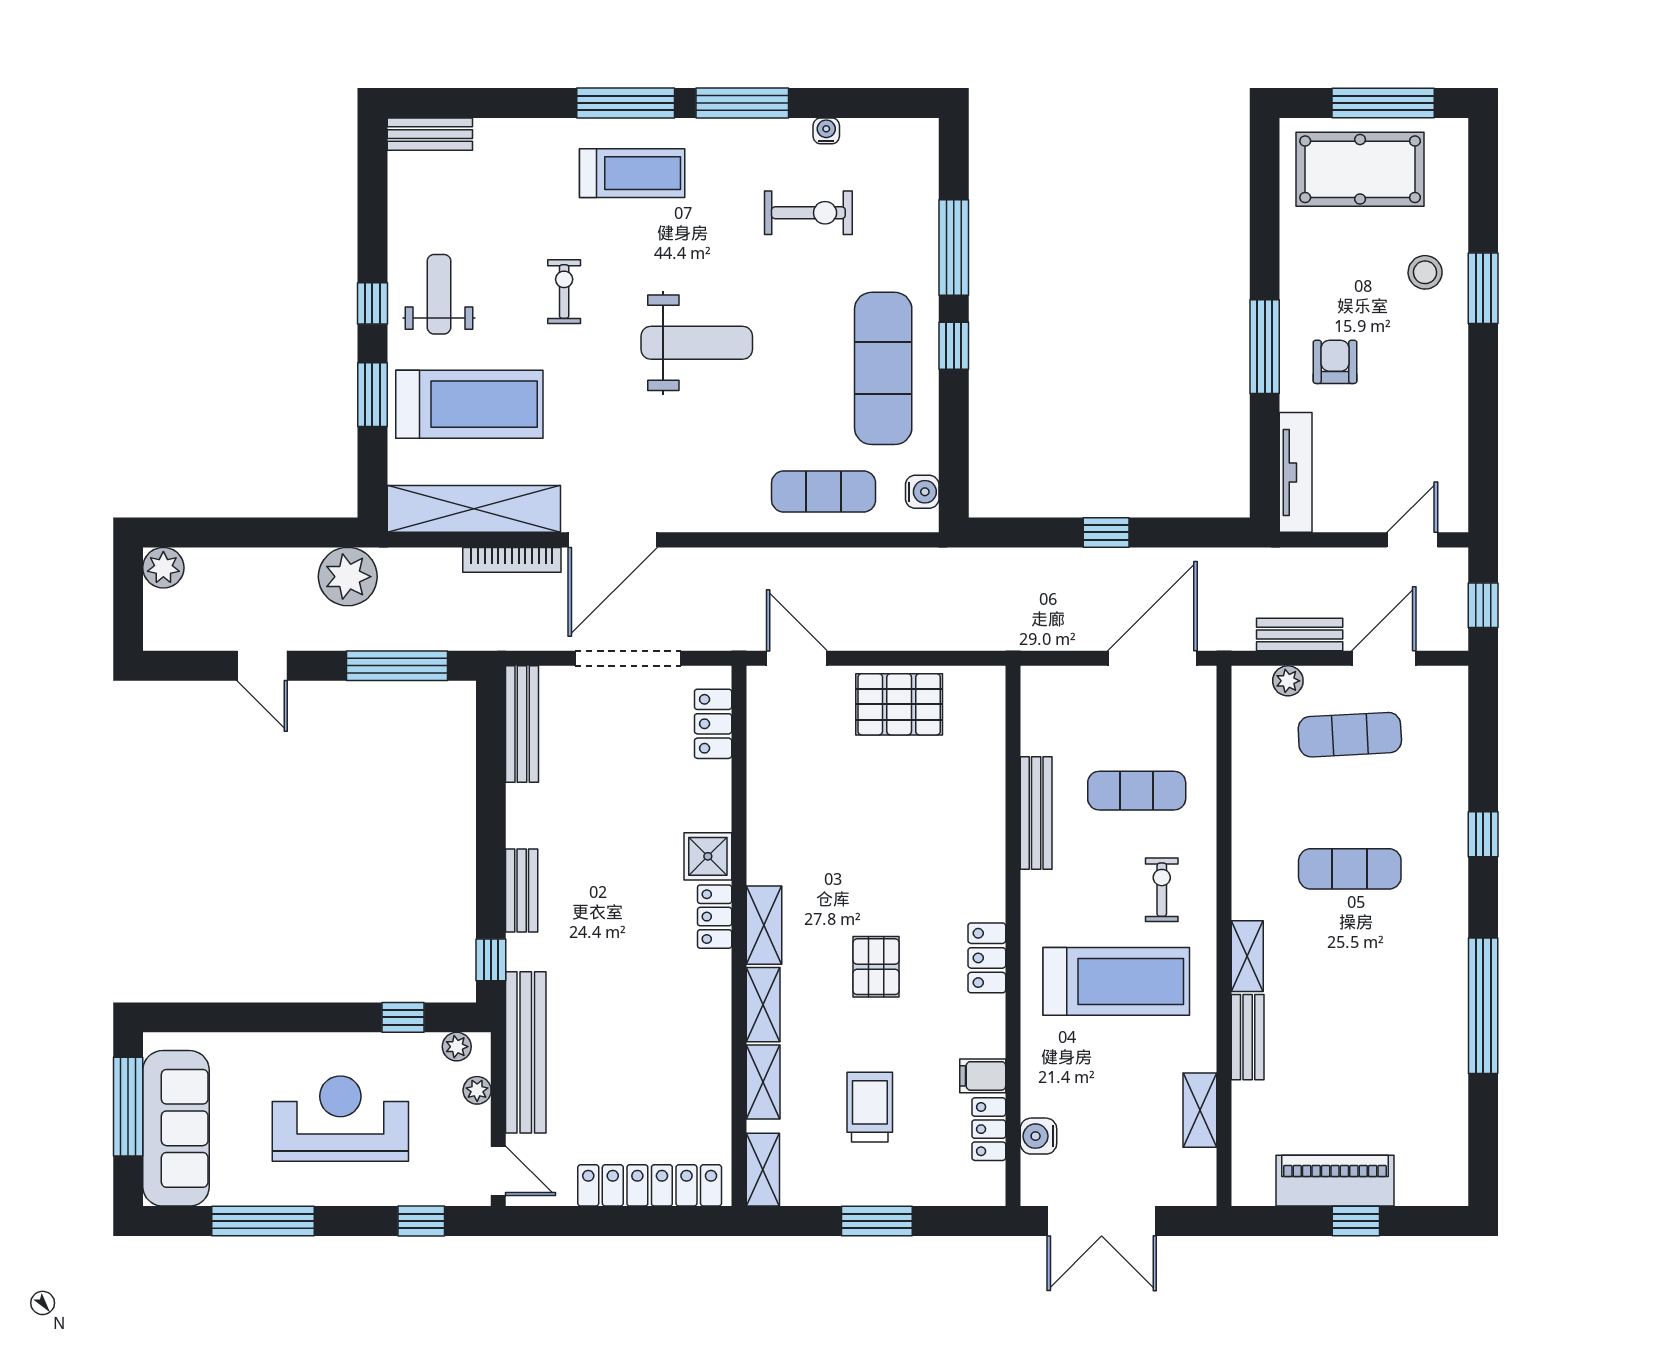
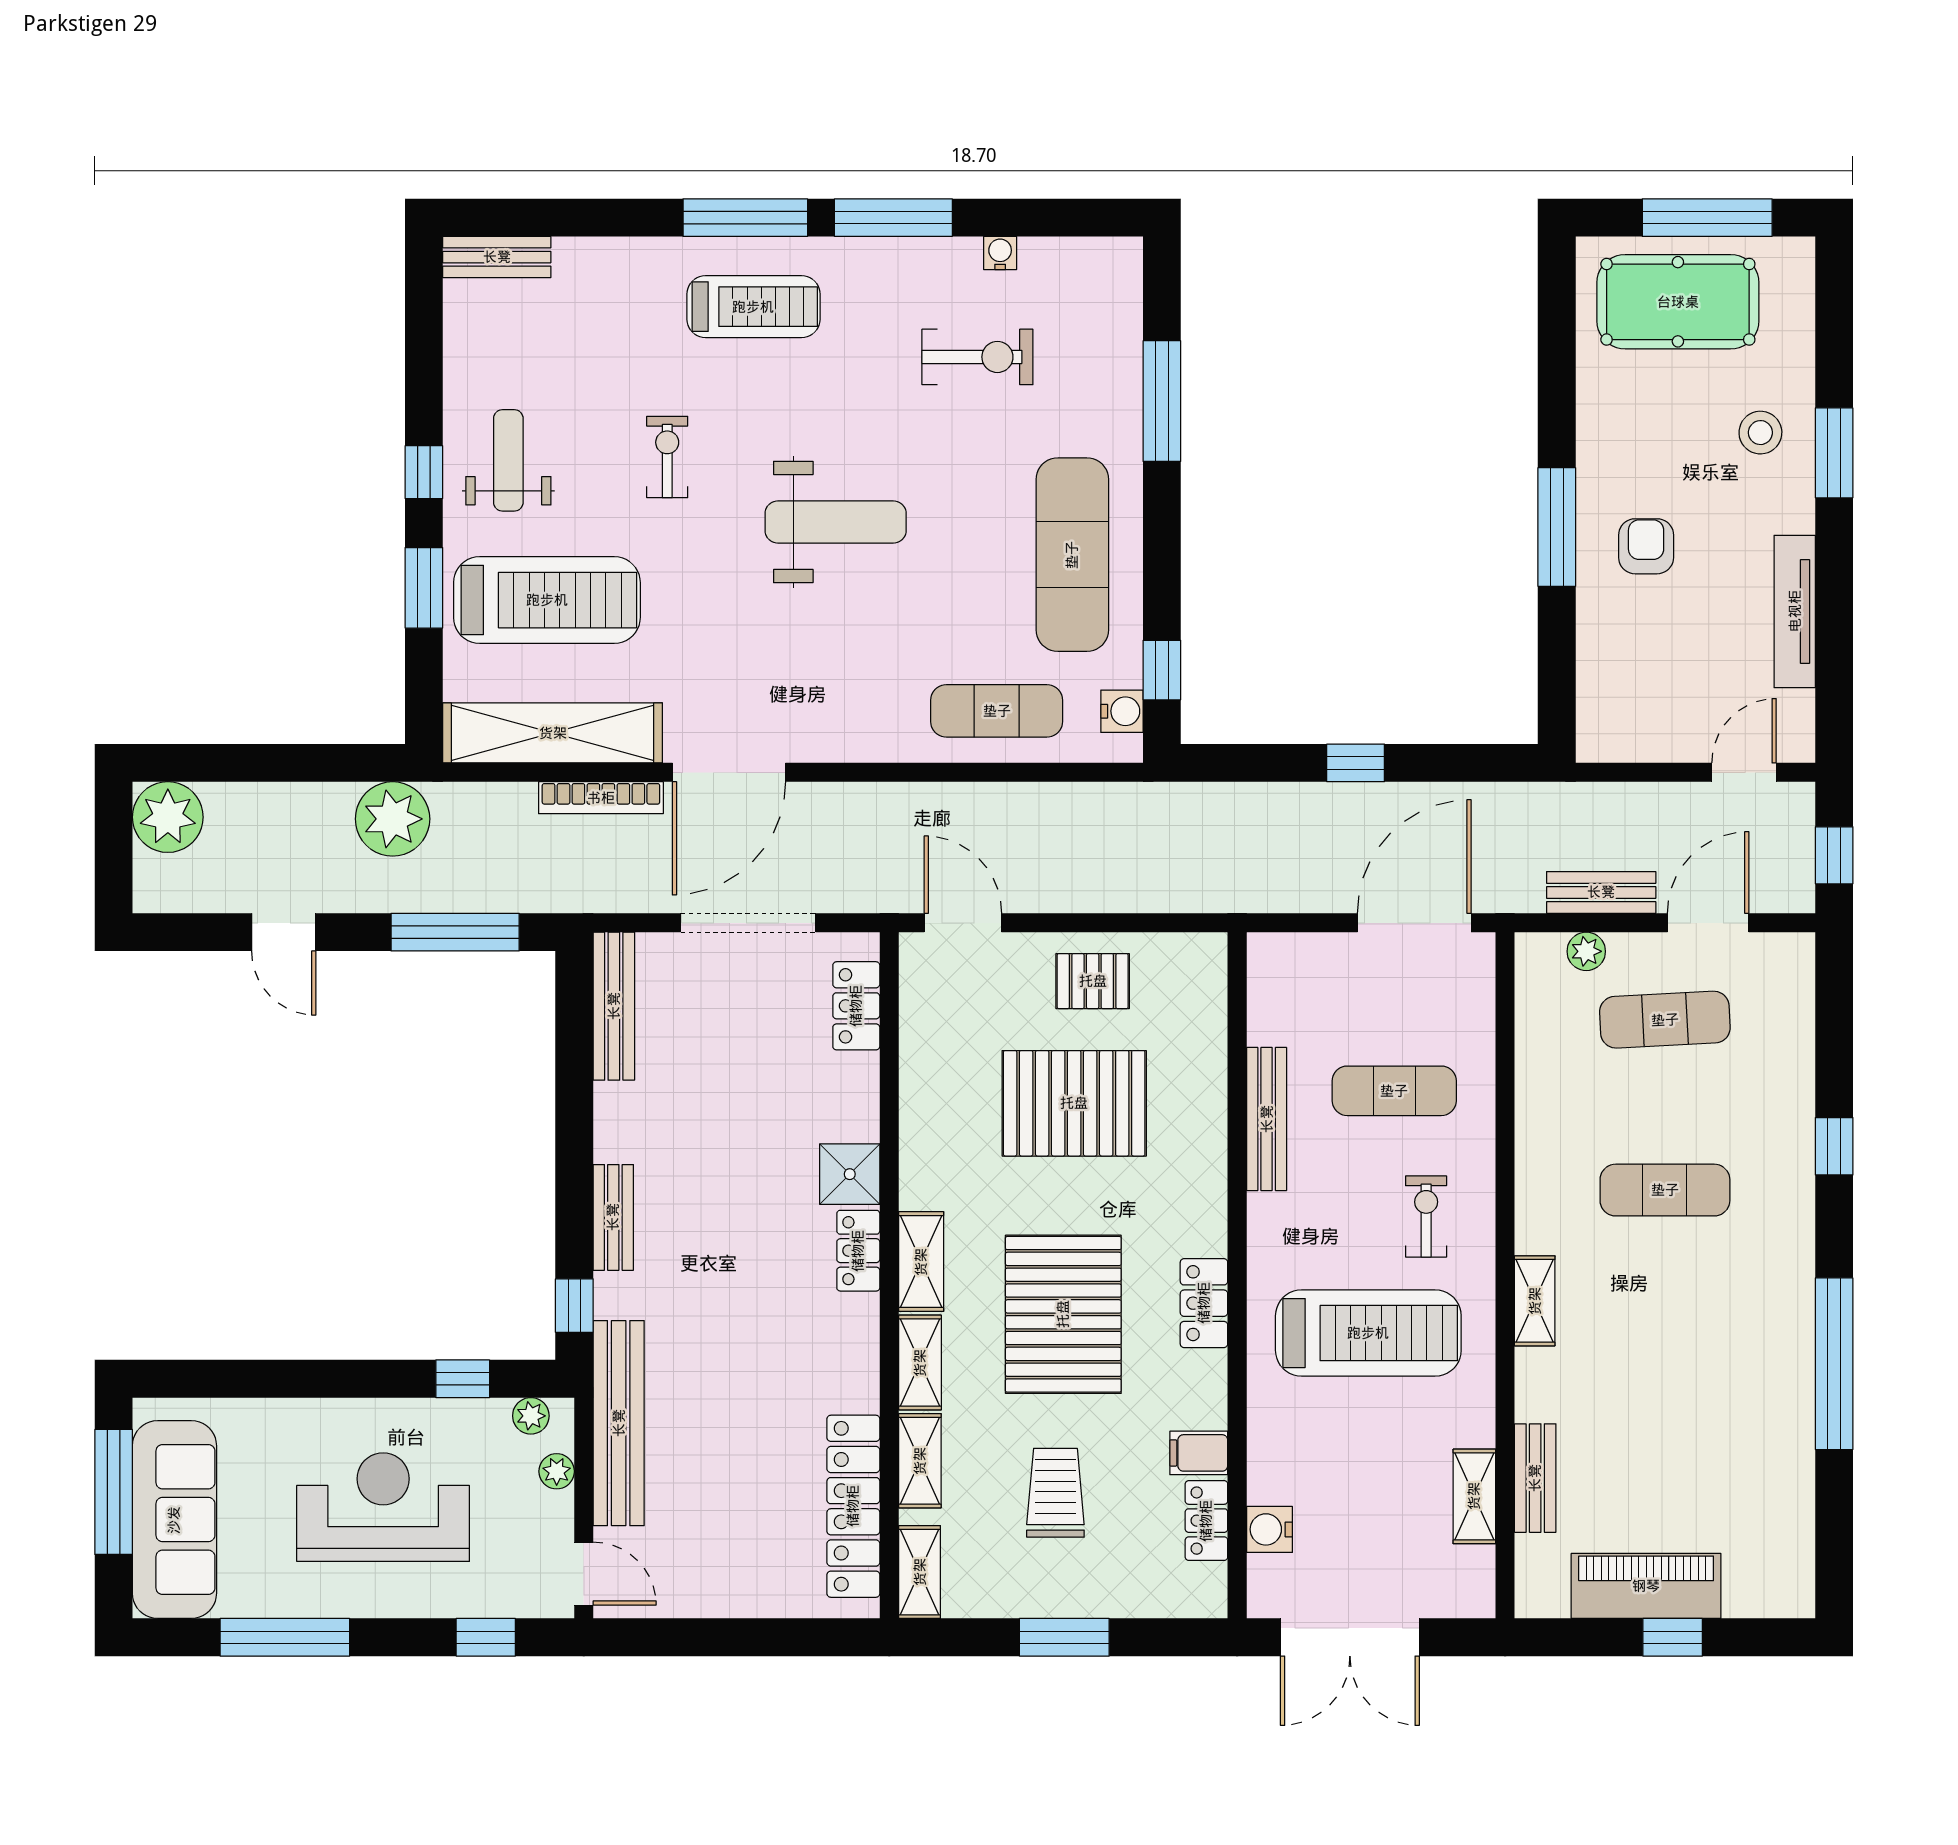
window: (954, 346) -> (1162, 670), moved
tv unit: (1296, 472) -> (1795, 611), moved, turned 180
plant: (163, 568) -> (168, 817), width x1.36, depth x1.36
pallet: (899, 704) -> (1093, 981), width x0.67, depth x0.71
pallet: (885, 800) -> (1074, 1103), added
pallet: (876, 967) -> (1063, 1314), width x2.05, depth x2.00
bench: (1248, 1037) -> (1535, 1478), moved
locker: (650, 1185) -> (853, 1506), moved, turned -90

